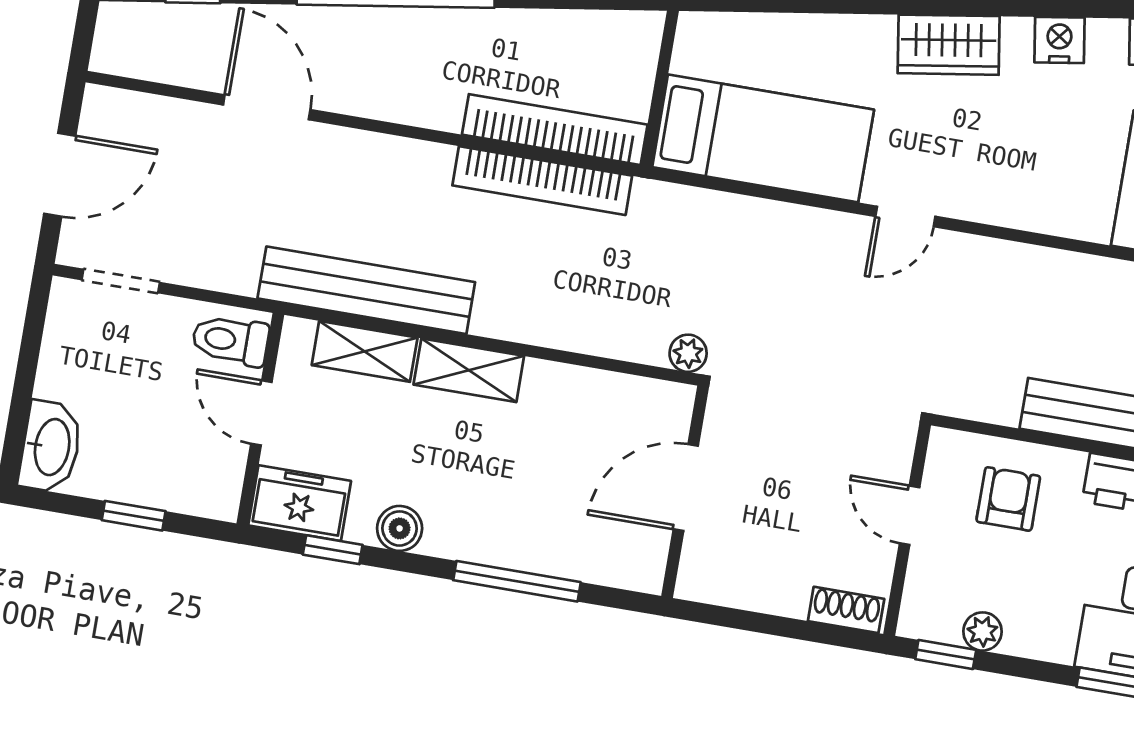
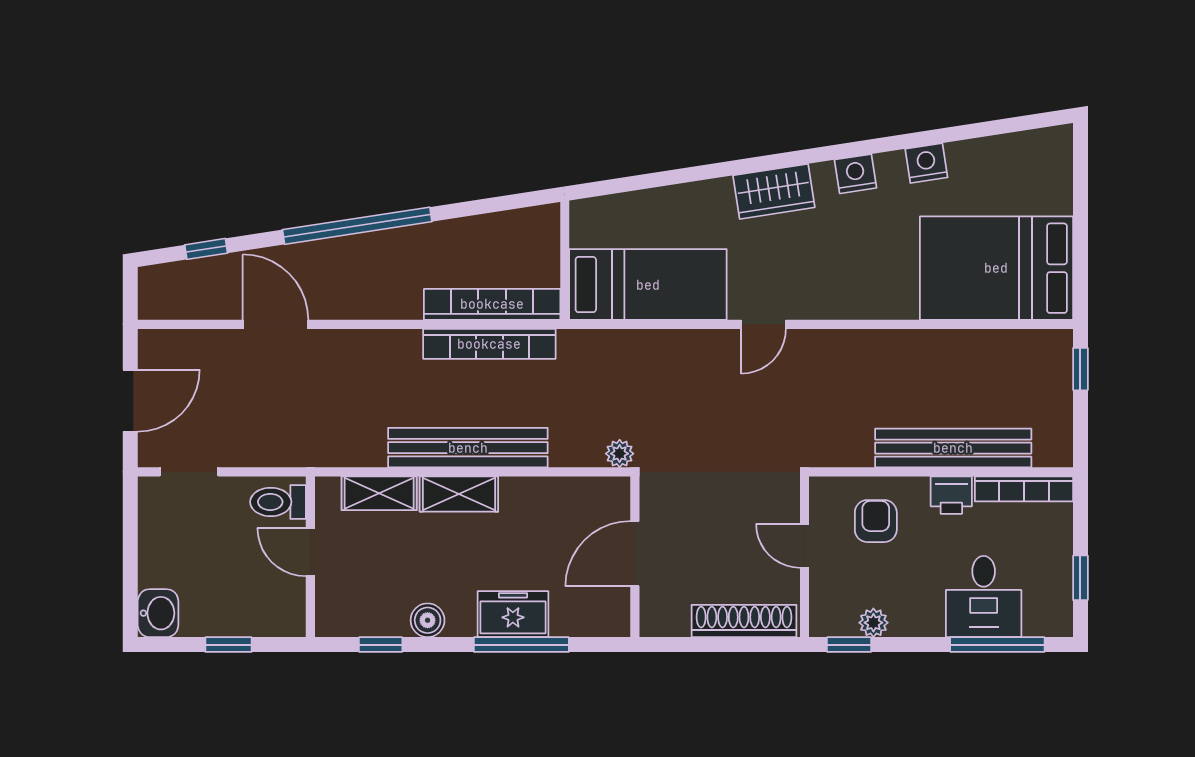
bench: (366, 290) -> (468, 448), moved
washbasin: (51, 447) -> (158, 613), width x0.72
freezer: (300, 503) -> (513, 614), moved
shoe rack: (846, 610) -> (744, 621), width x1.94, depth x1.24

